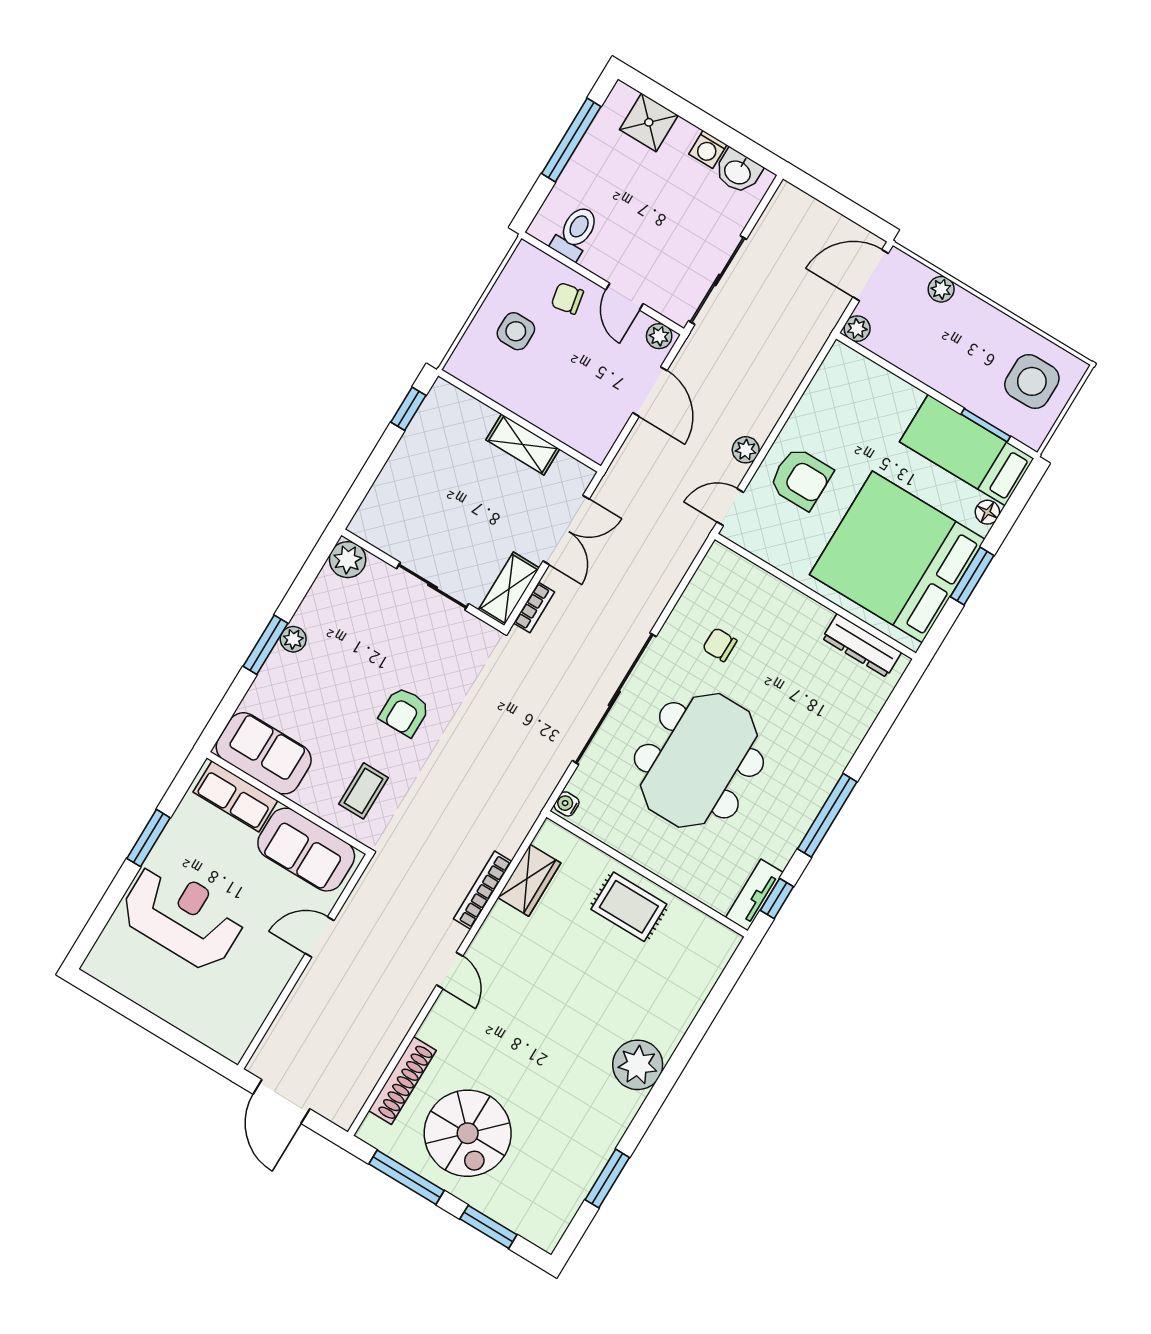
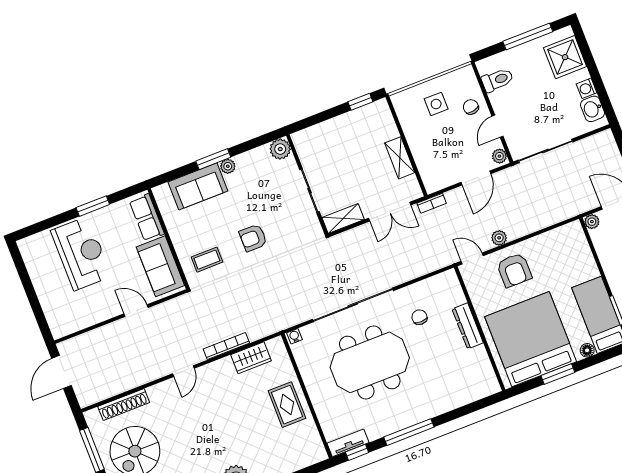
shower: (649, 122) -> (565, 57), width x1.36, depth x1.36
bookcase: (534, 607) -> (432, 203), moved
dresser: (862, 645) -> (468, 326), moved
sofa: (264, 753) -> (198, 186), moved, turned 90

